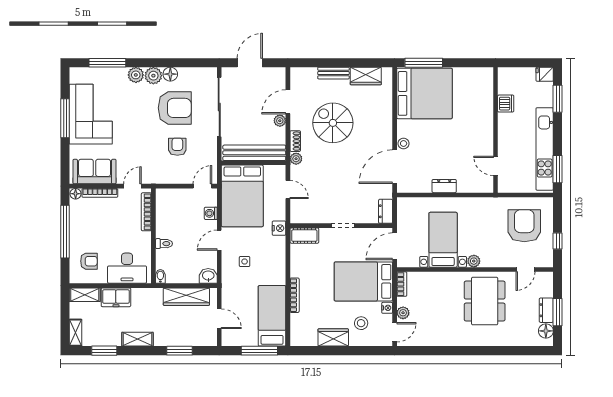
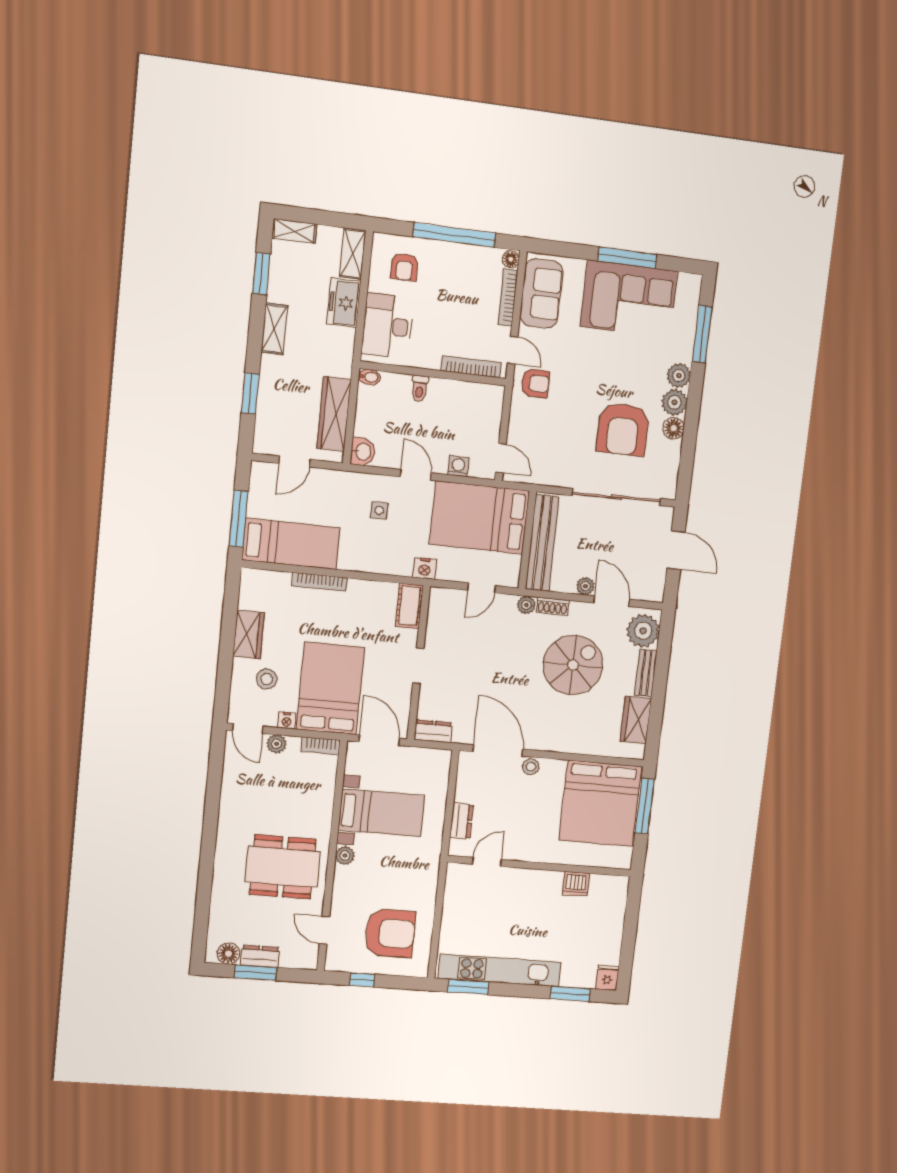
plant: (305, 78) -> (643, 631), added
dishwasher: (506, 104) -> (576, 884), moved
wall: (495, 130) -> (540, 866), moved
armchair: (177, 147) -> (535, 383), moved
door: (495, 166) -> (487, 862), moved

